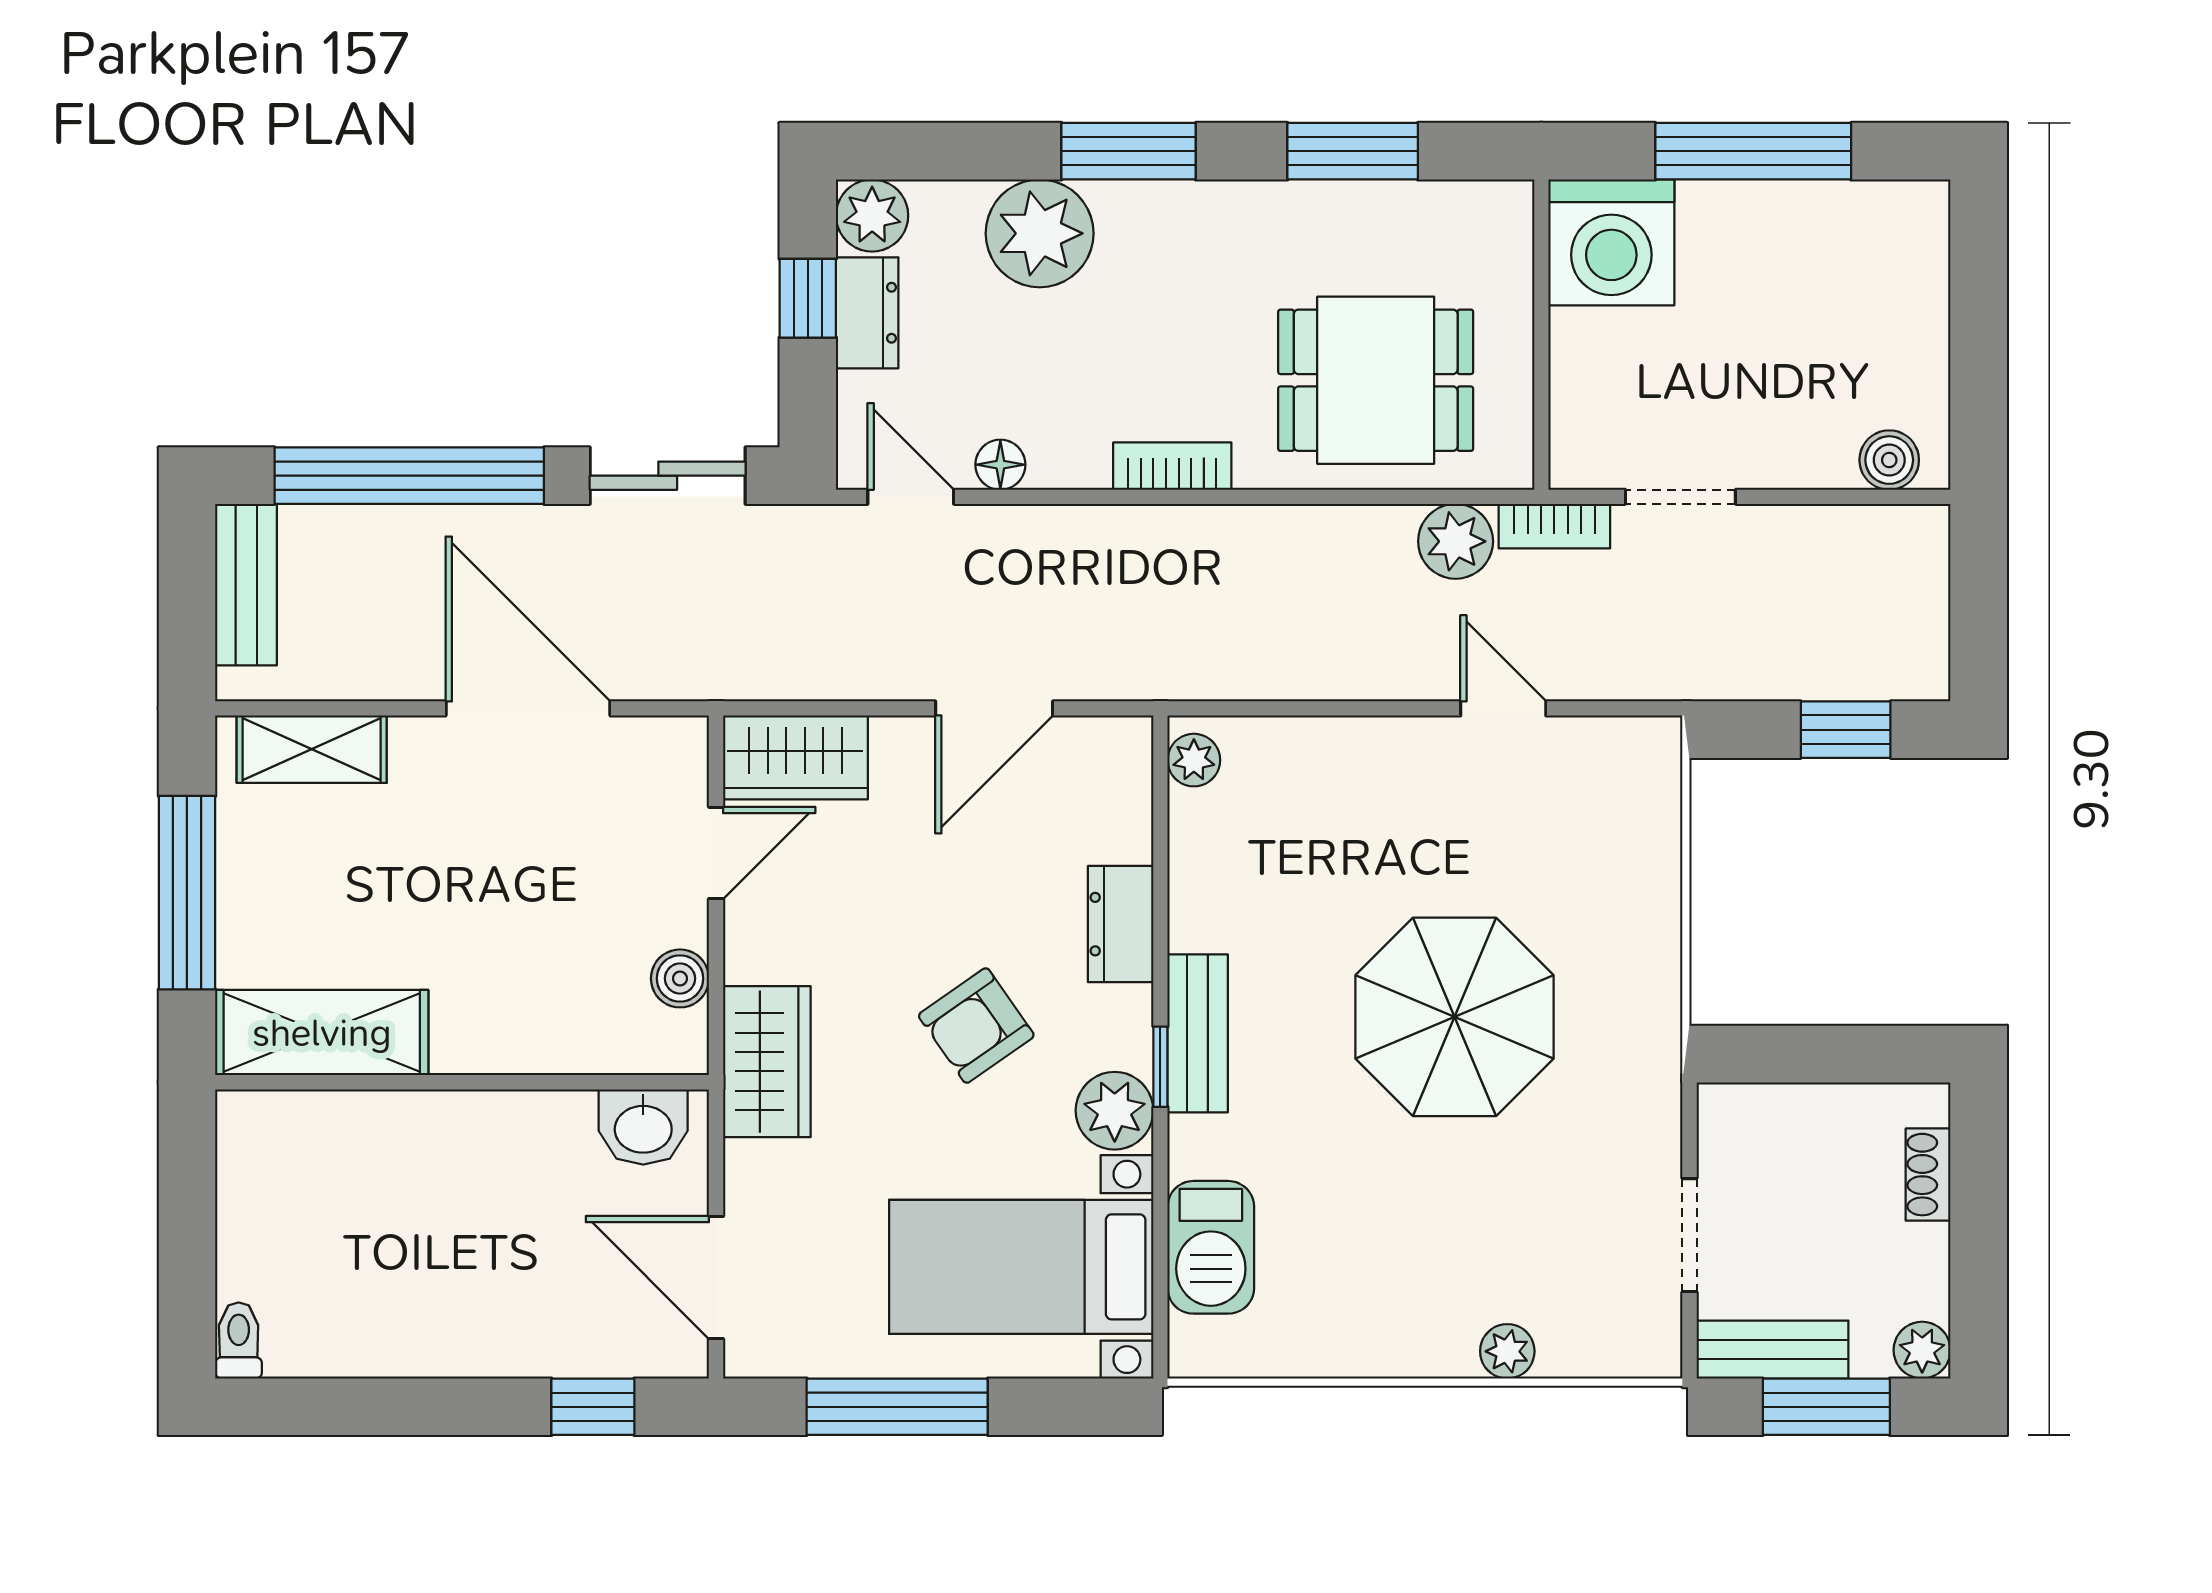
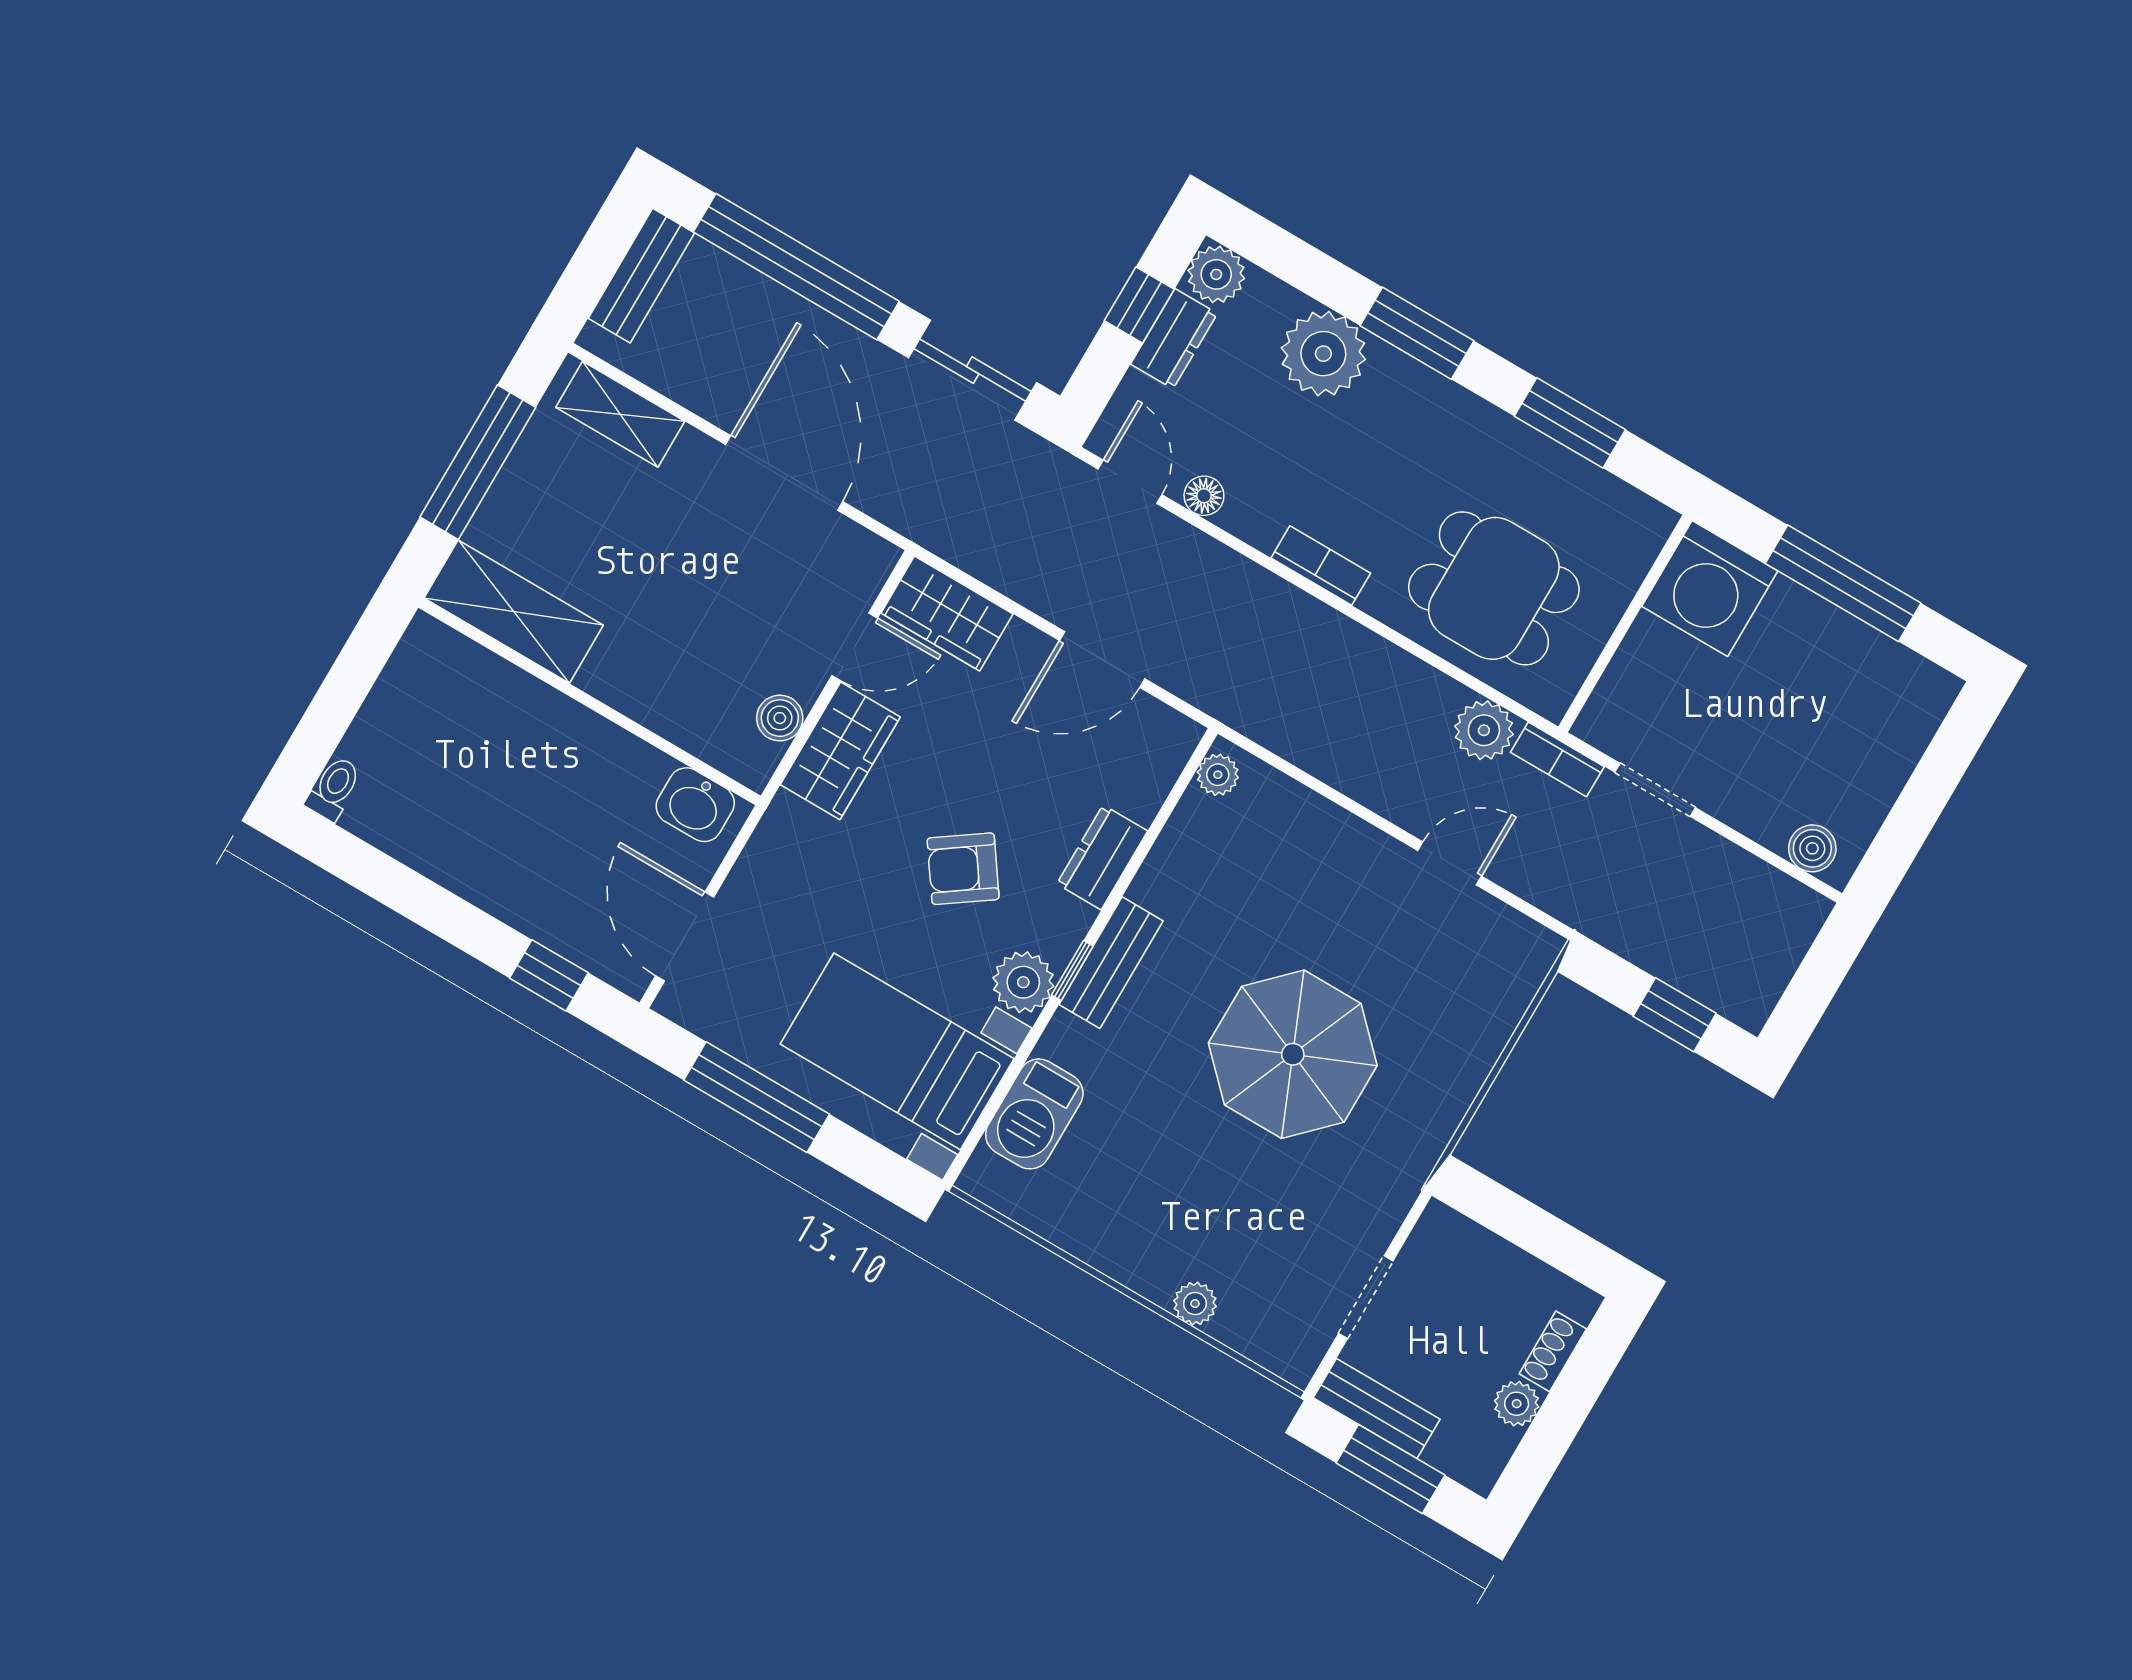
door: (1503, 708) -> (1450, 863), hinge flipped
wardrobe: (767, 1062) -> (840, 751), moved
plant: (1922, 1350) -> (1517, 1404), moved

